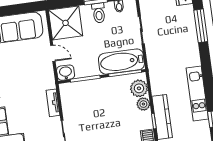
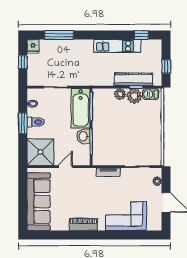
washbasin: (66, 73) -> (84, 136), moved
plant: (139, 88) -> (134, 96), moved

